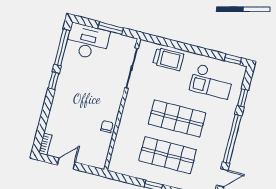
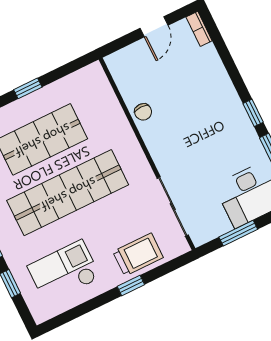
trolley: (168, 59) -> (138, 255), turned 180
window: (233, 59) -> (131, 286), moved
shop shelf: (177, 118) -> (68, 193), width x1.40

